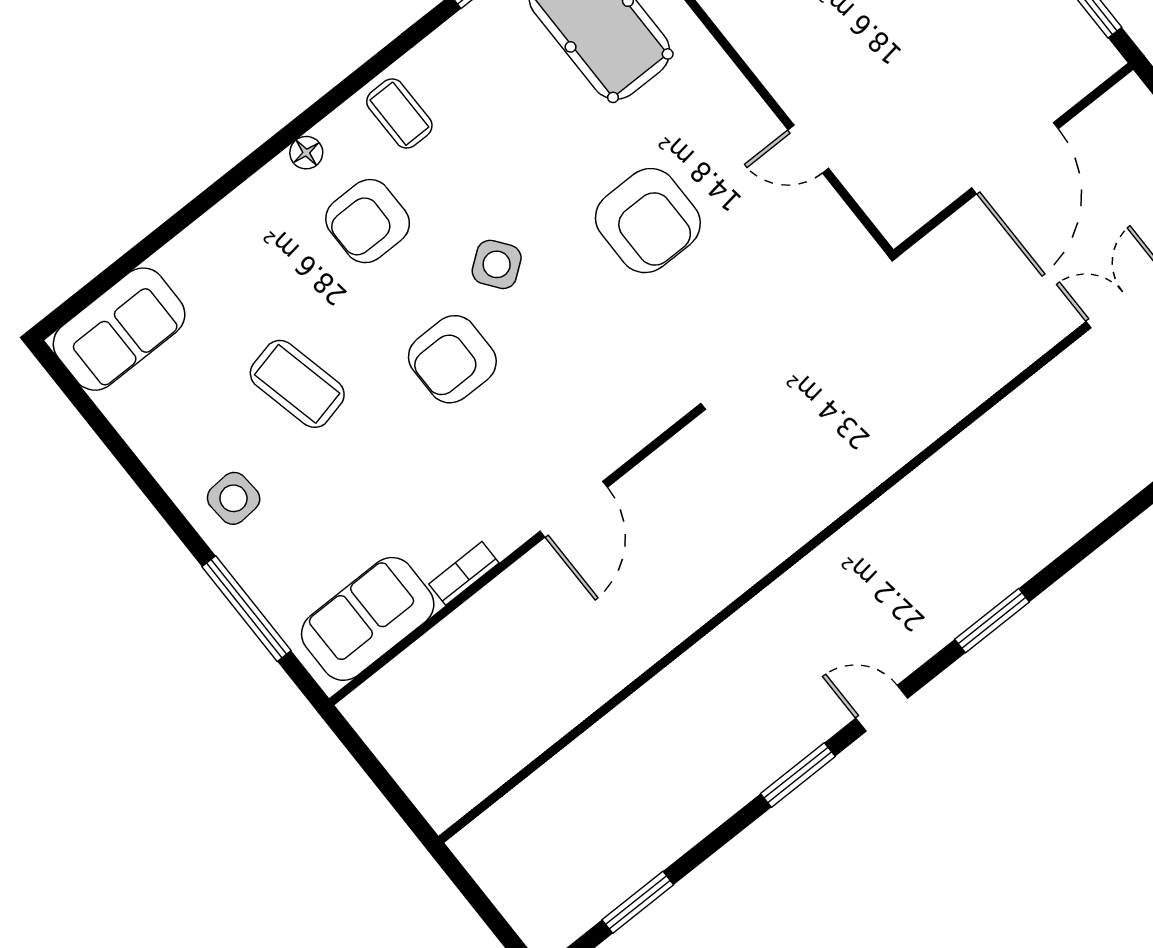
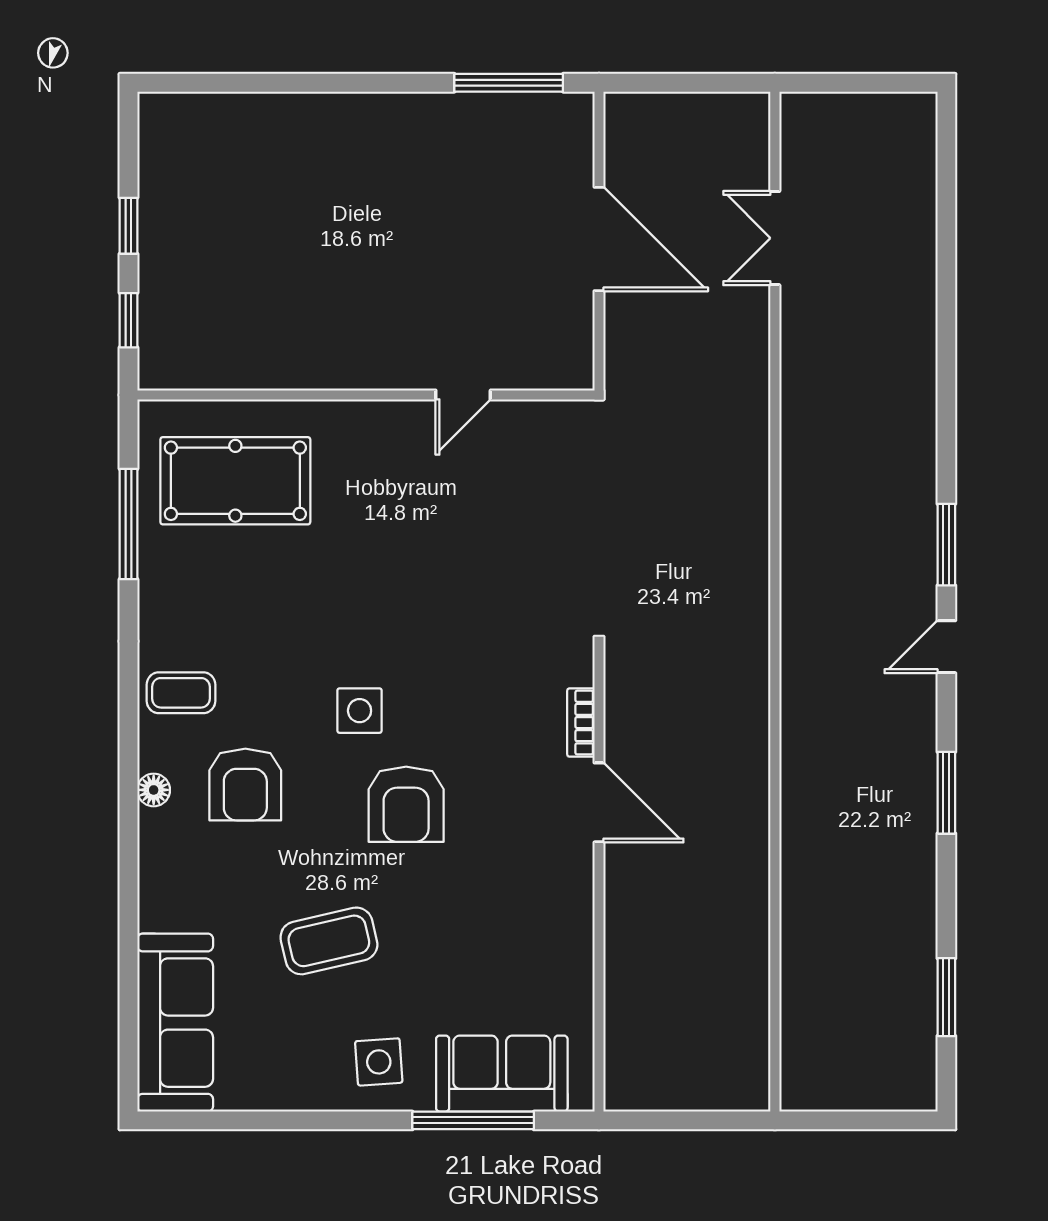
armchair: (648, 221) -> (419, 565), removed
side table: (497, 264) -> (360, 711), turned 37
sofa: (119, 329) -> (175, 1023), width x1.36
bookcase: (464, 573) -> (581, 723), moved
sofa: (368, 619) -> (502, 1074), moved, turned 90
door: (882, 708) -> (946, 647), moved

